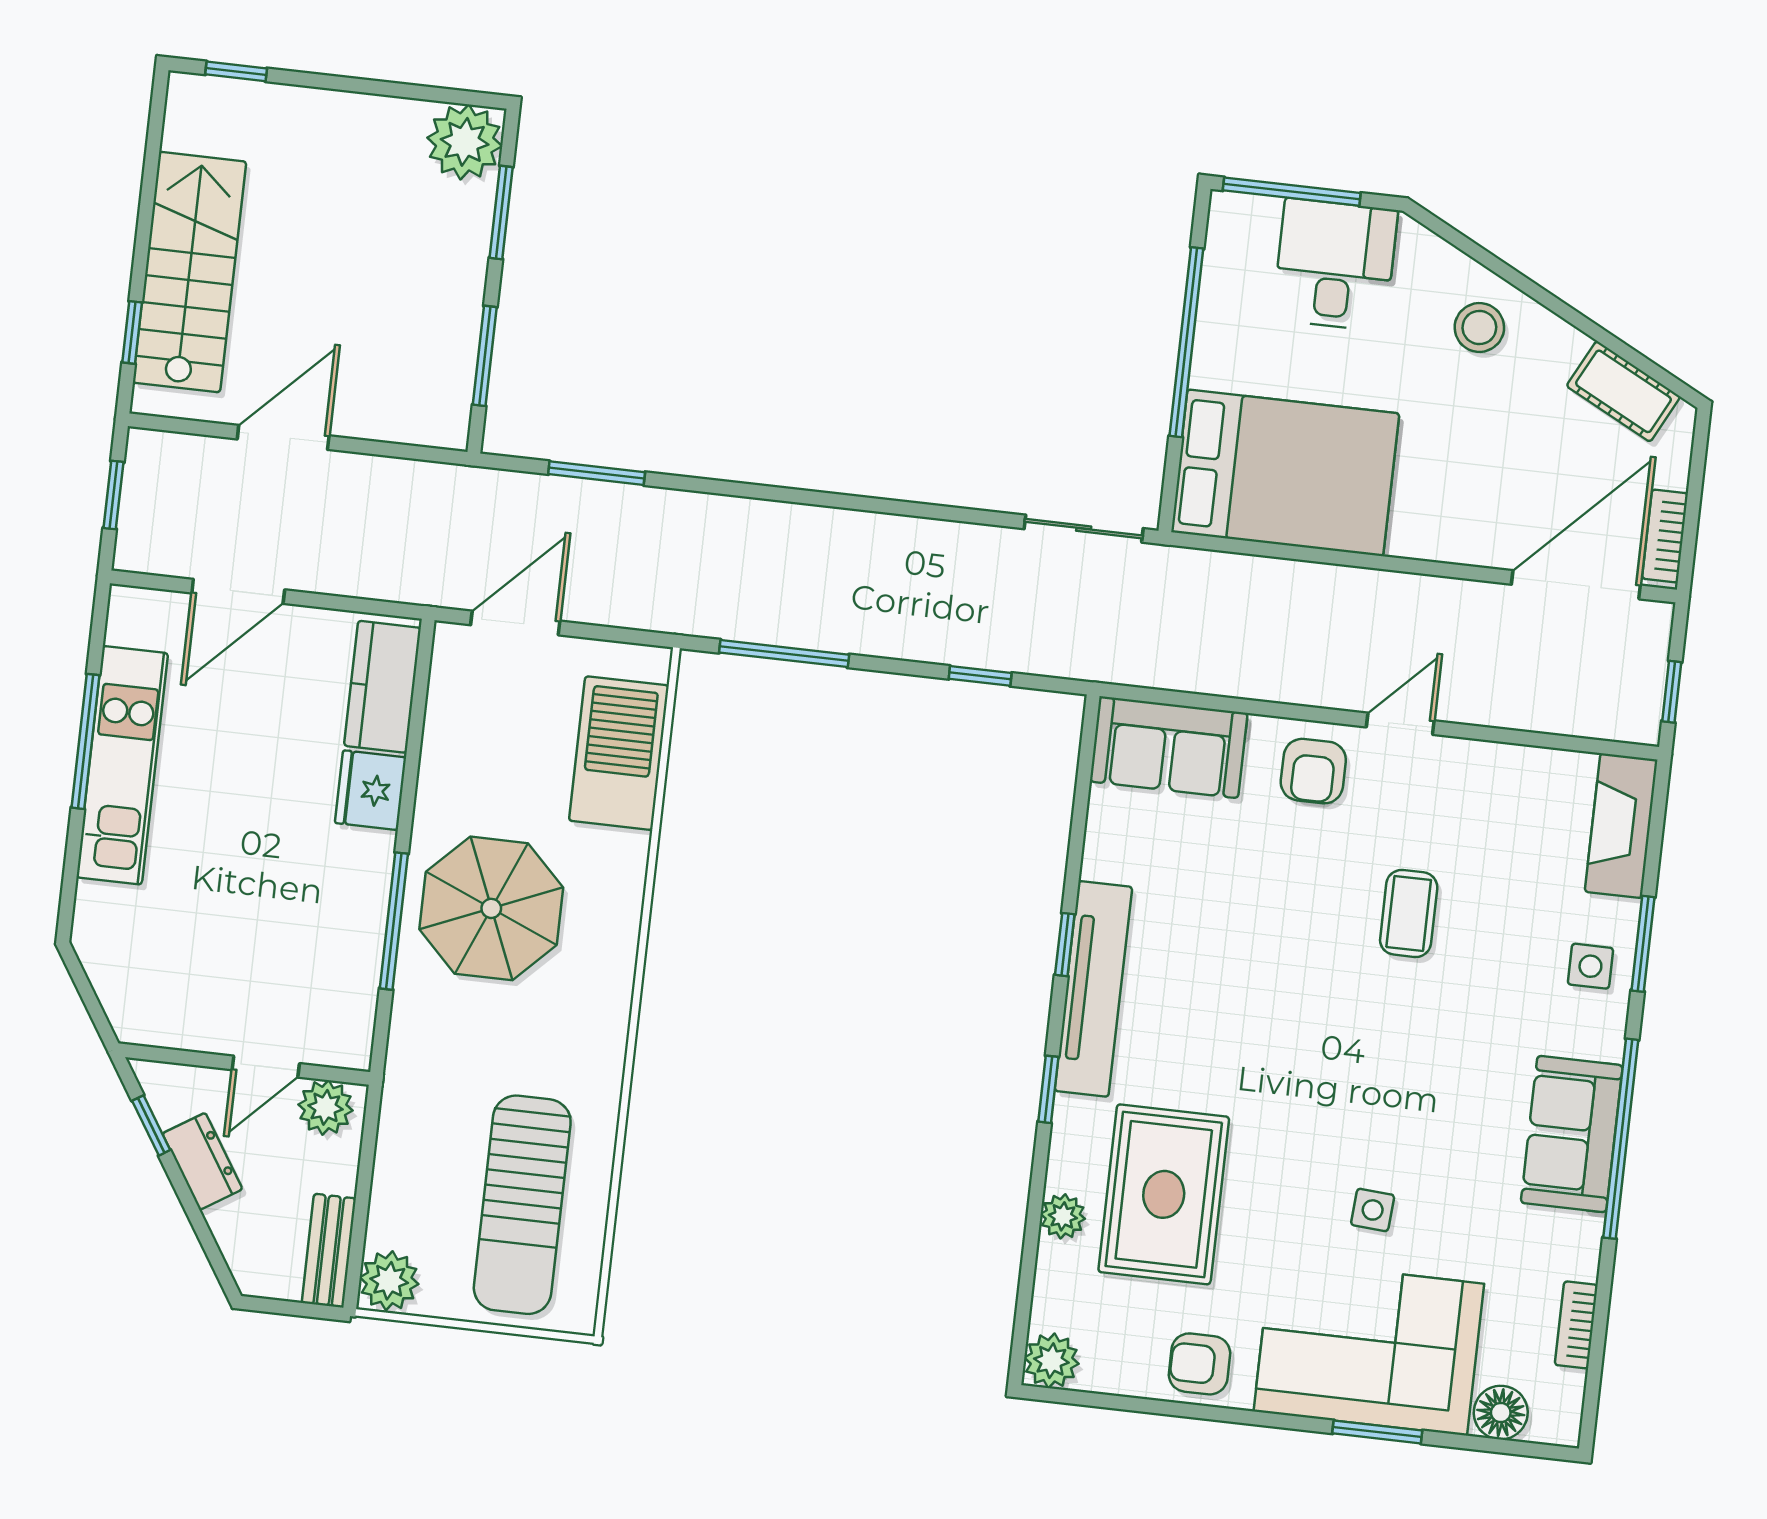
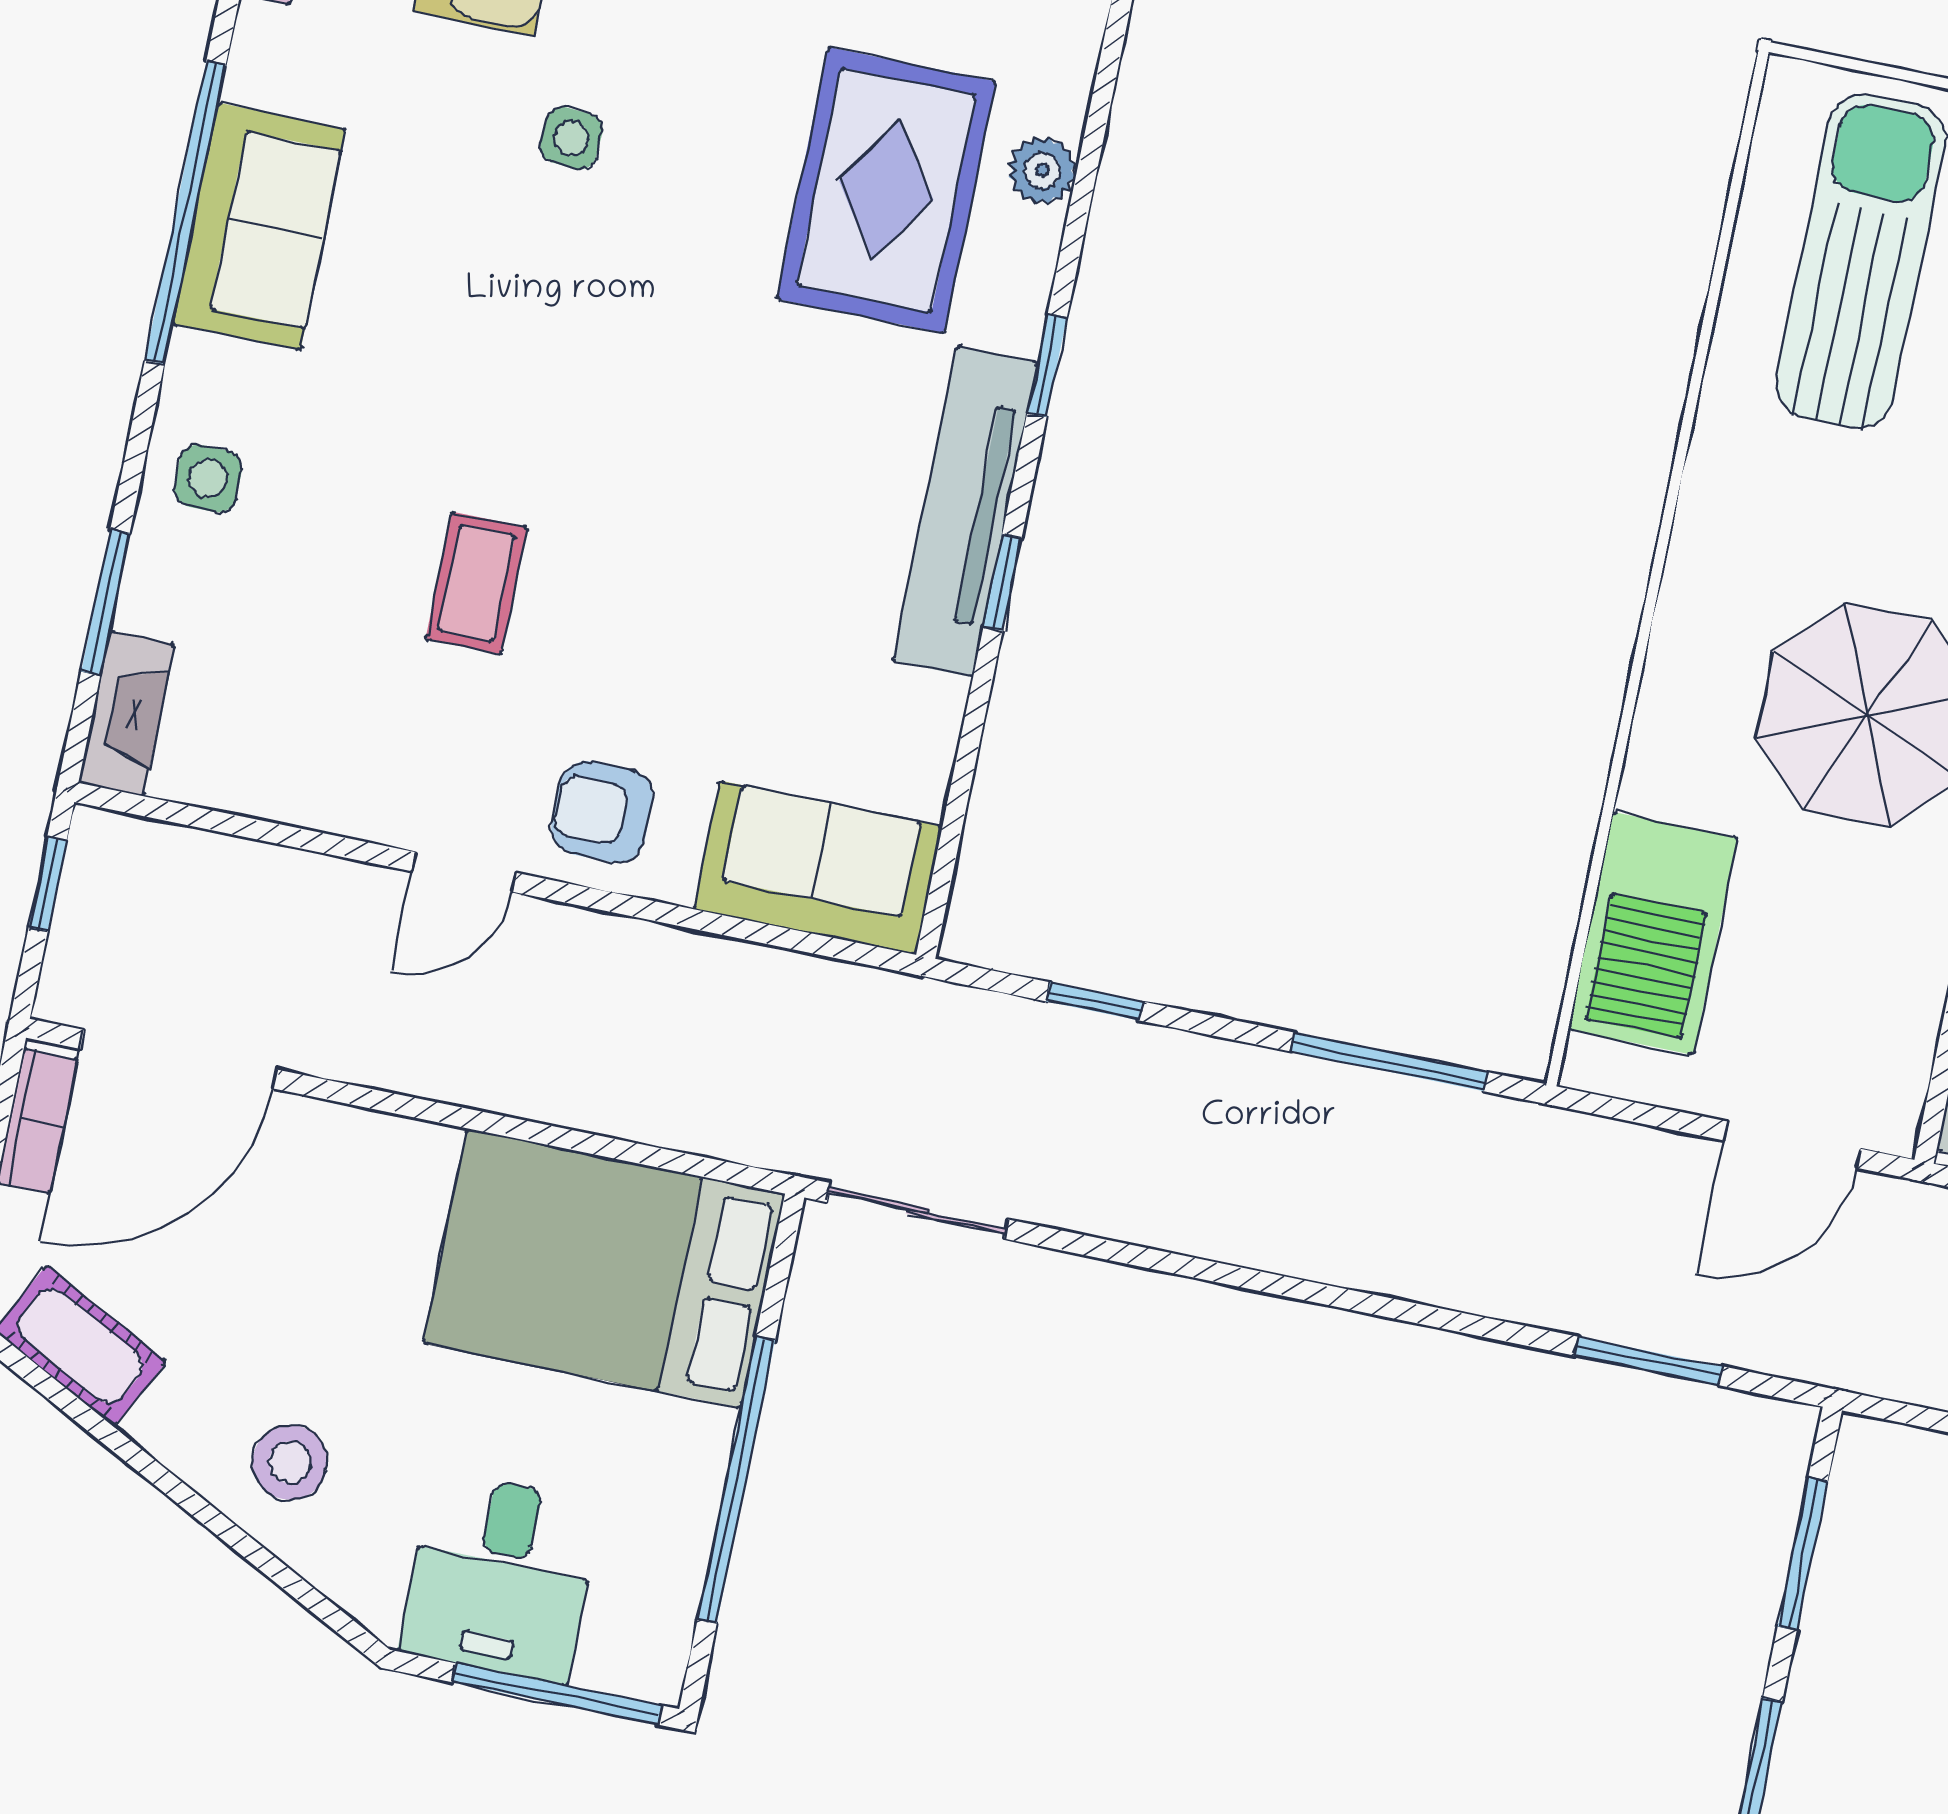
armchair: (1313, 771) -> (602, 812), turned -90
fireplace: (1621, 826) -> (126, 713), width x0.73, depth x0.76
window: (1643, 944) -> (105, 602), moved

